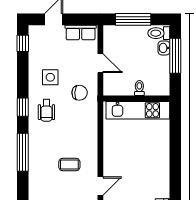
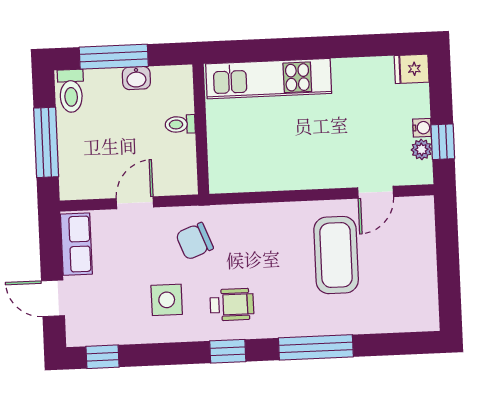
washbasin: (164, 48) -> (136, 78), moved
chair: (80, 93) -> (195, 241), turned -113
kitchen unit: (138, 110) -> (269, 79), moved, turned 90
coffee table: (69, 165) -> (336, 255), width x1.86, depth x1.72
door: (100, 186) -> (376, 192), swing flipped

